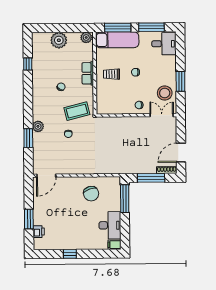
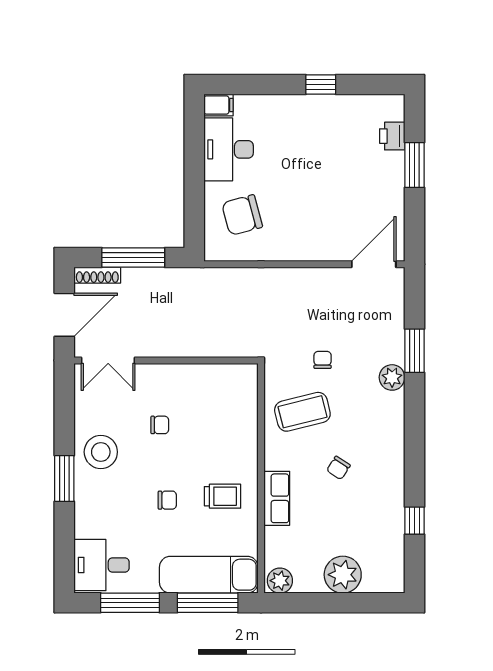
wall: (136, 115) -> (166, 360), moved
double door: (162, 115) -> (108, 360), moved
chair: (91, 194) -> (242, 215), moved, turned -86
window: (125, 199) -> (194, 210), removed

